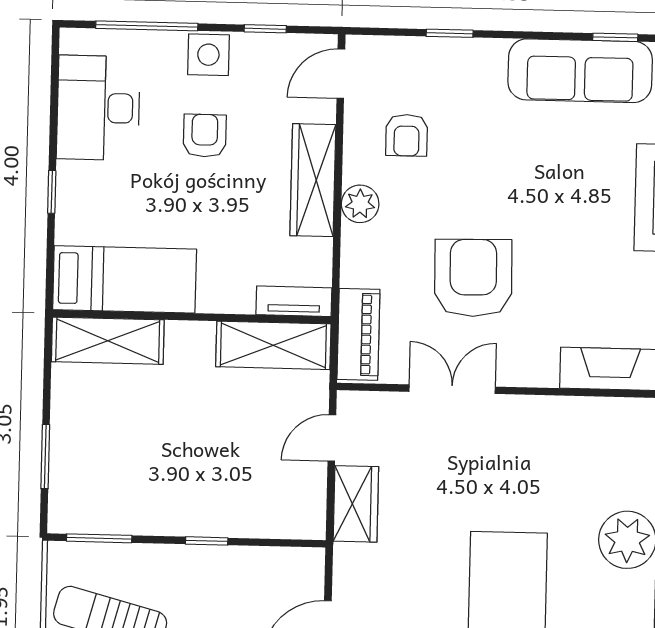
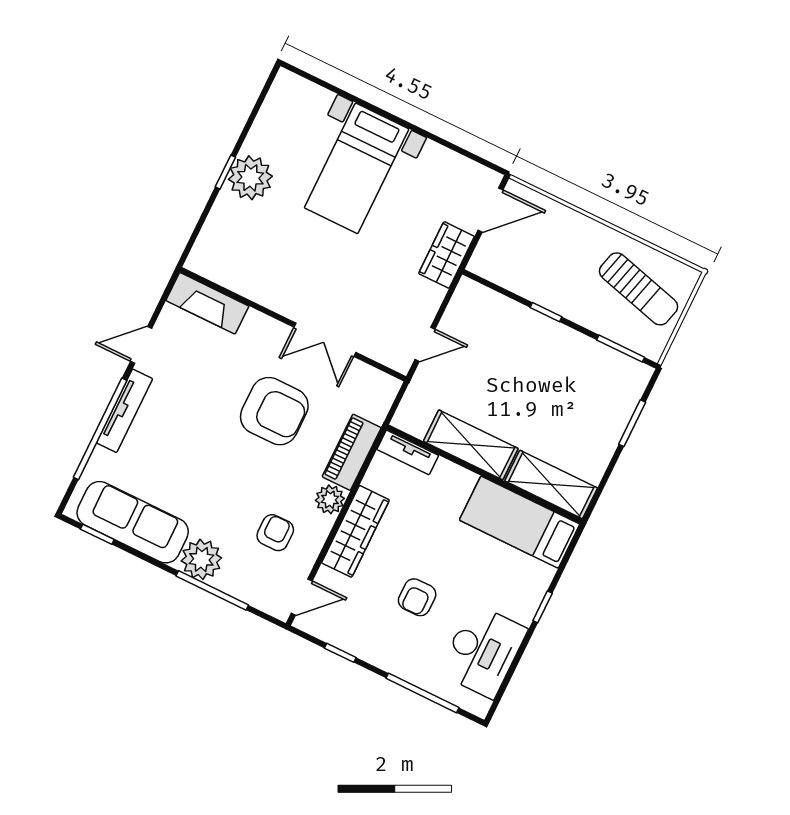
window: (450, 33) -> (212, 590), width x2.17
side table: (208, 55) -> (388, 653), removed
plant: (479, 64) -> (201, 559), added
armchair: (473, 278) -> (274, 411), turned -89
piano: (358, 334) -> (352, 452), moved
shelving: (273, 345) -> (471, 445), moved
wardrobe: (356, 504) -> (446, 255), moved

